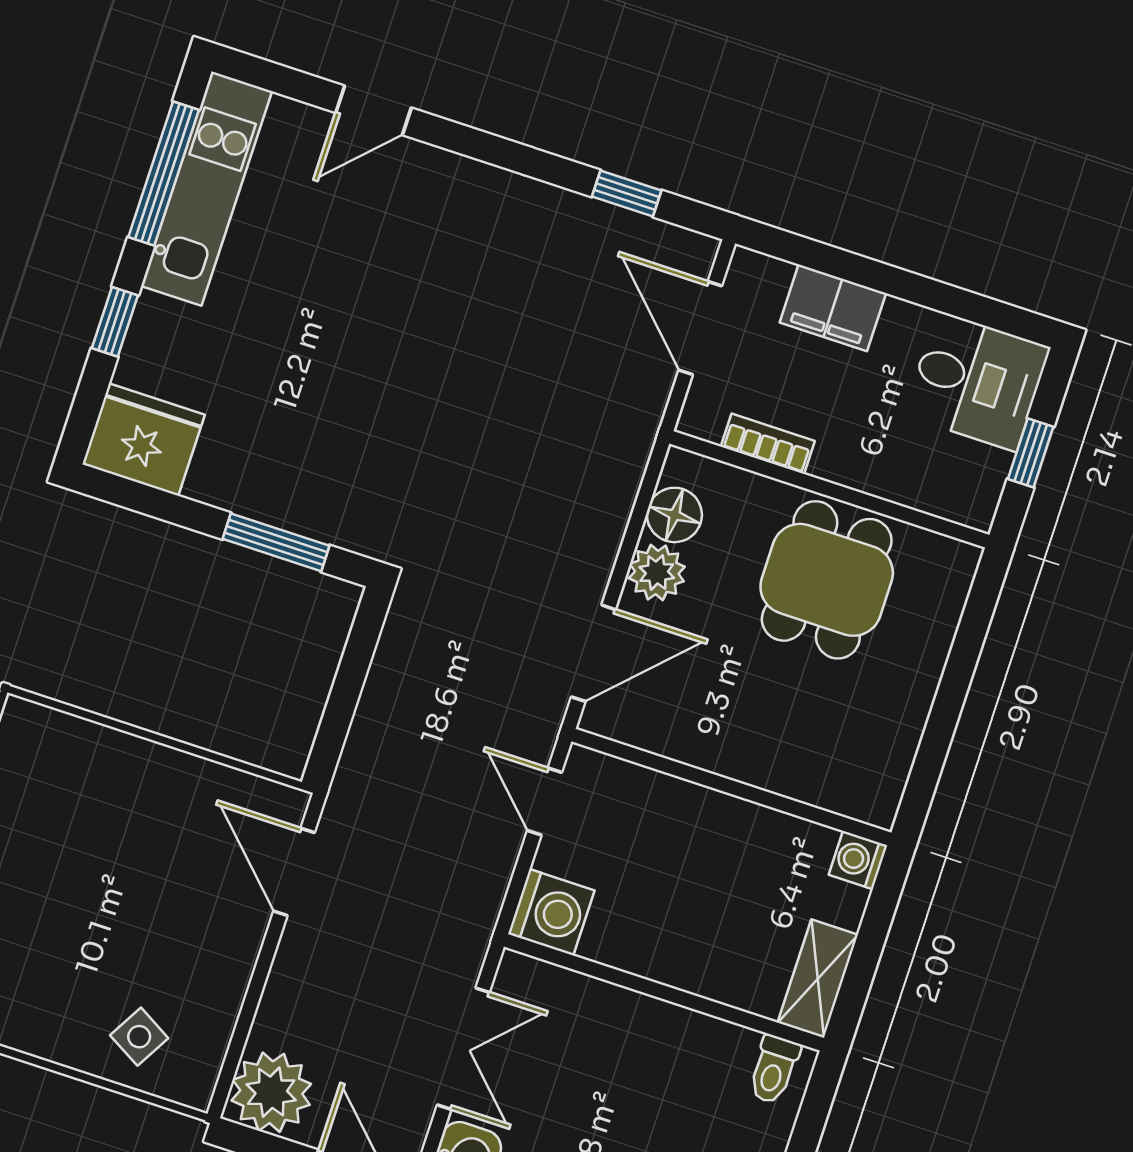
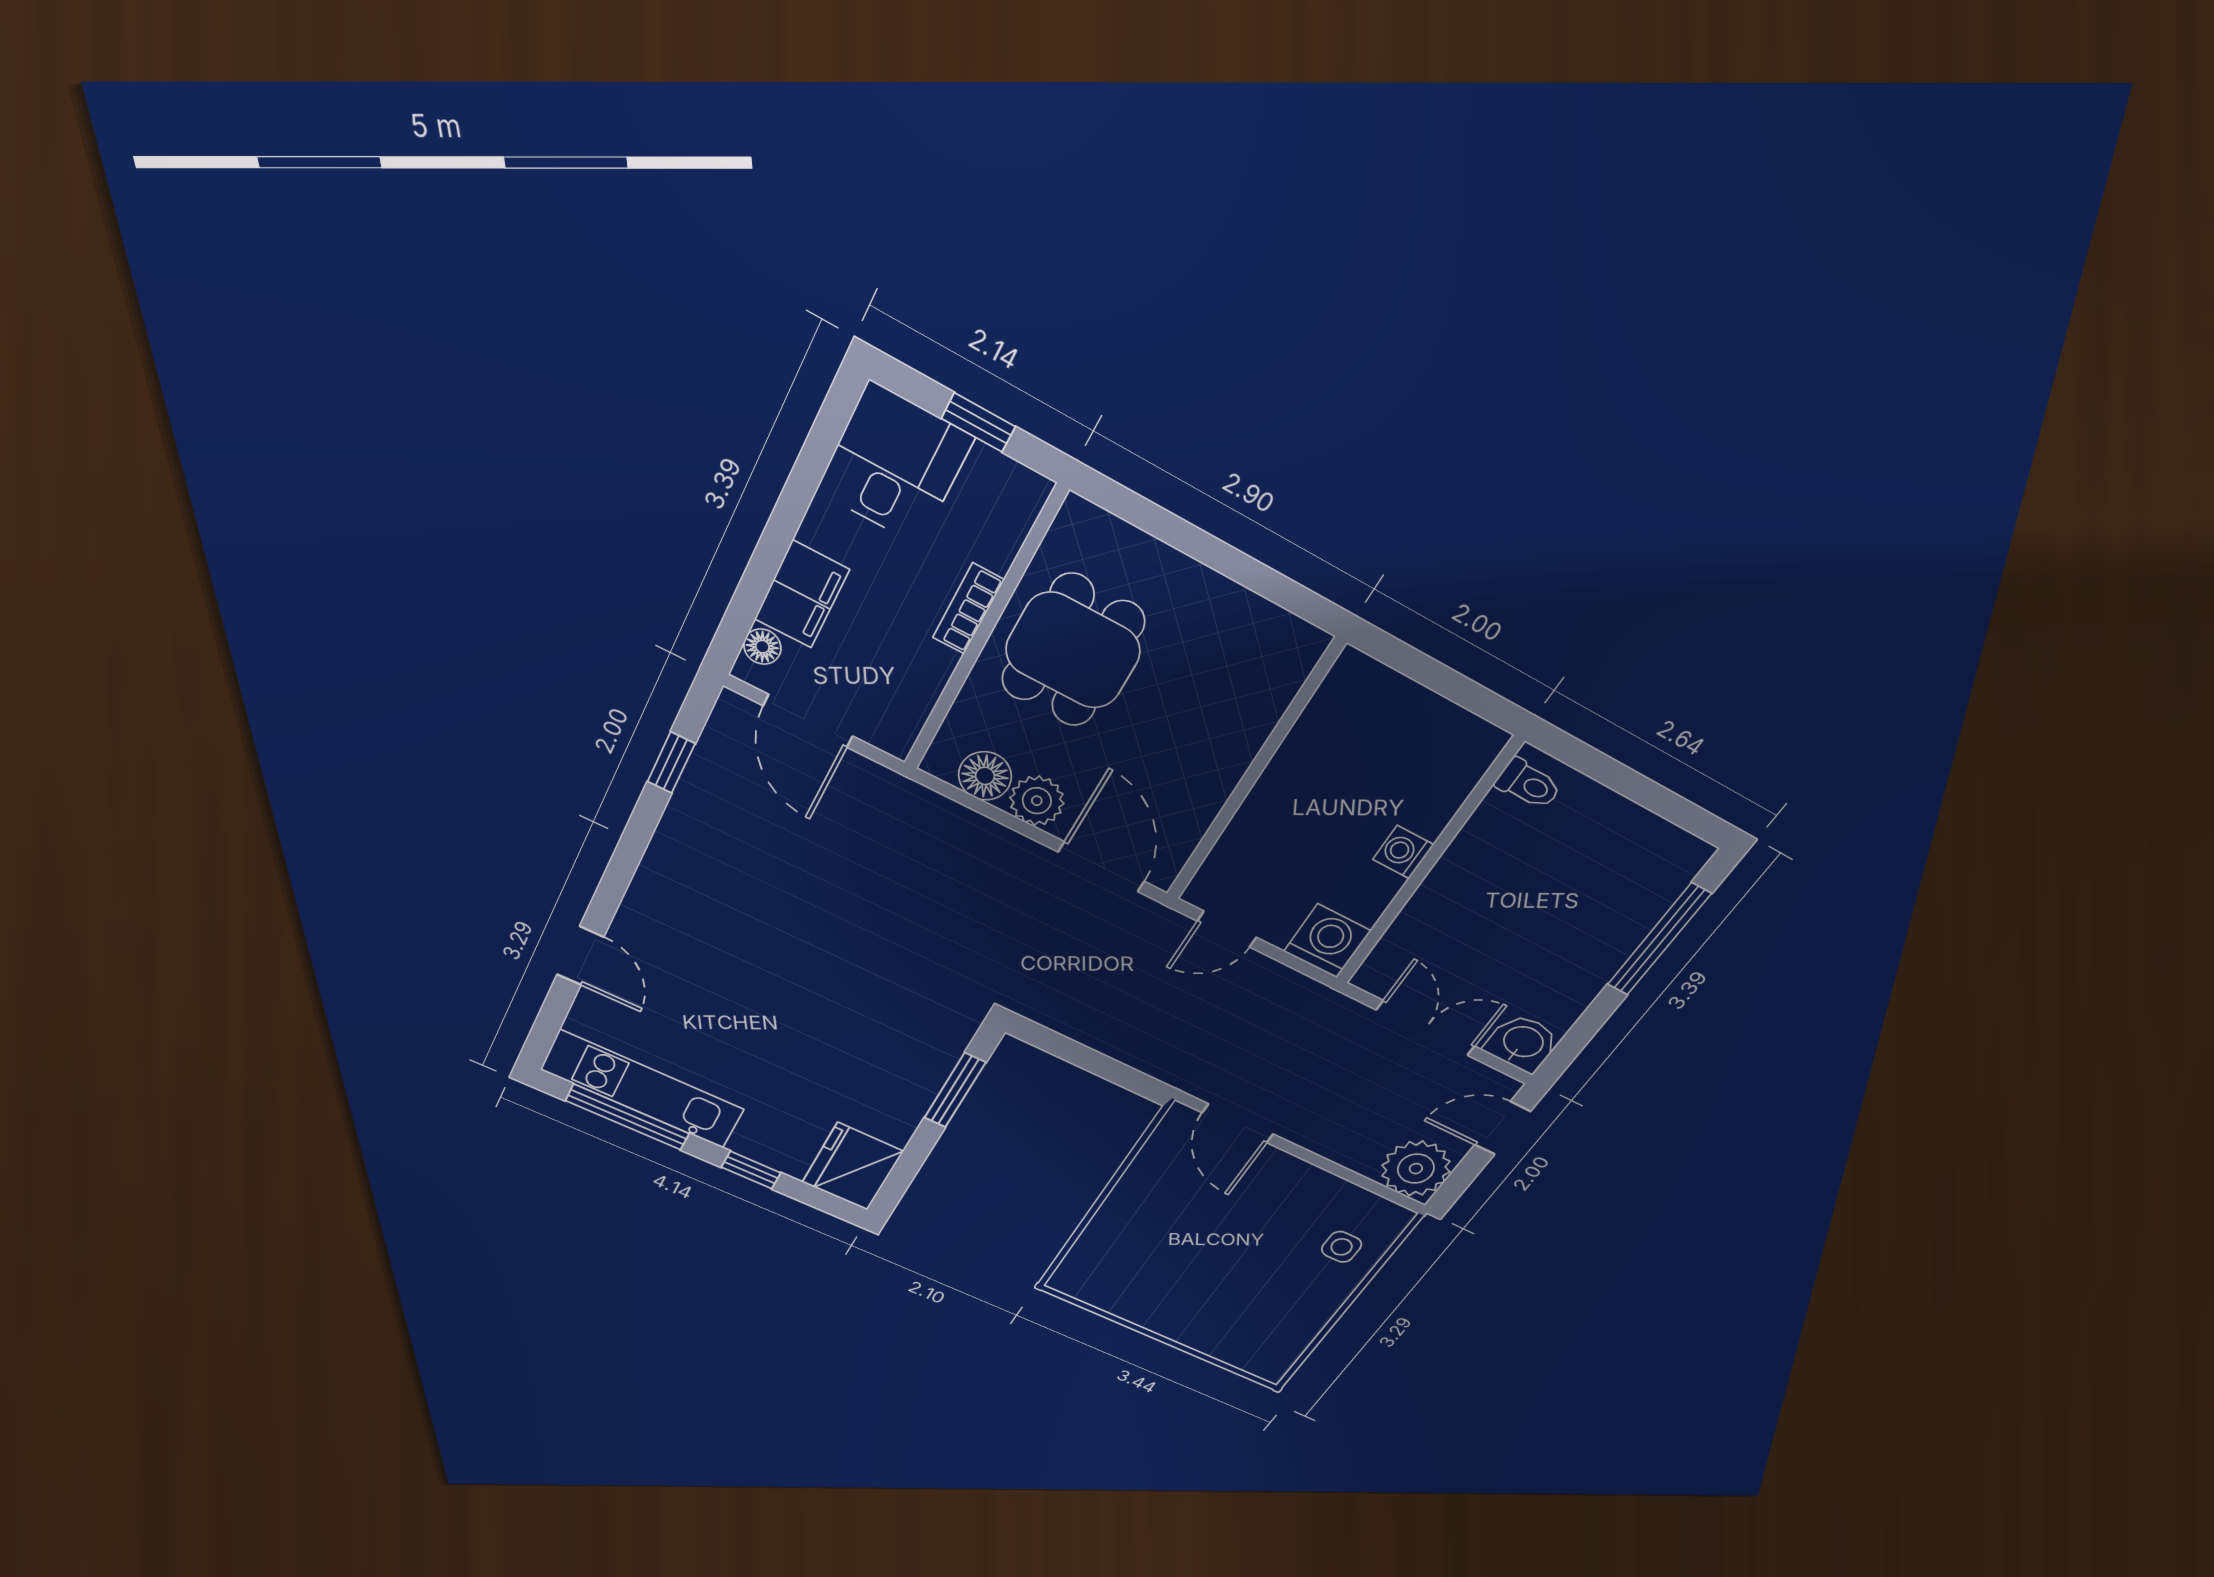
floor lamp: (771, 275) -> (762, 647), added
door: (700, 328) -> (808, 721), hinge flipped
bookcase: (768, 444) -> (968, 609), moved
dining table: (827, 580) -> (1073, 651), turned 90
washing machine: (858, 860) -> (1403, 852), moved, turned 90
door: (294, 872) -> (1238, 1123), hinge flipped
shelving: (818, 979) -> (1456, 730), removed
side table: (139, 1037) -> (1342, 1247), turned -30

